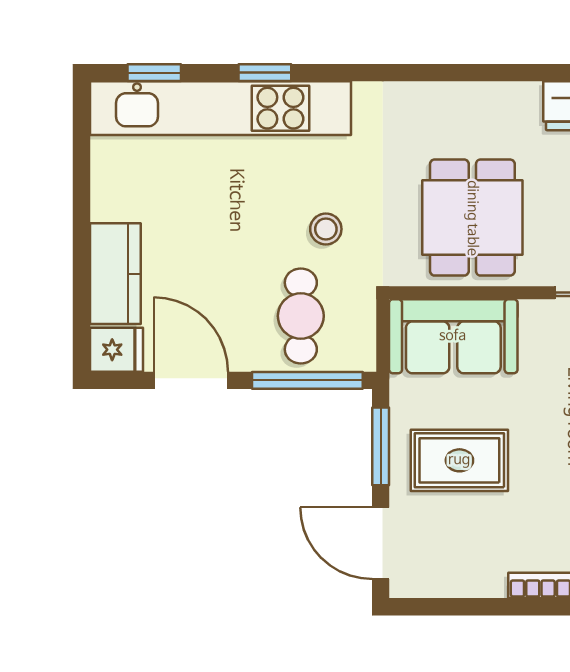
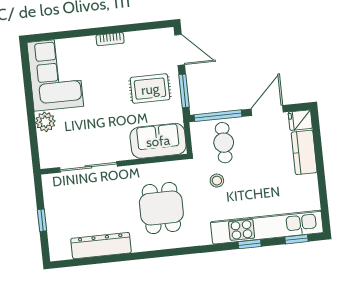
dining table: (472, 218) -> (161, 208), moved
door: (191, 380) -> (267, 110), swing flipped

